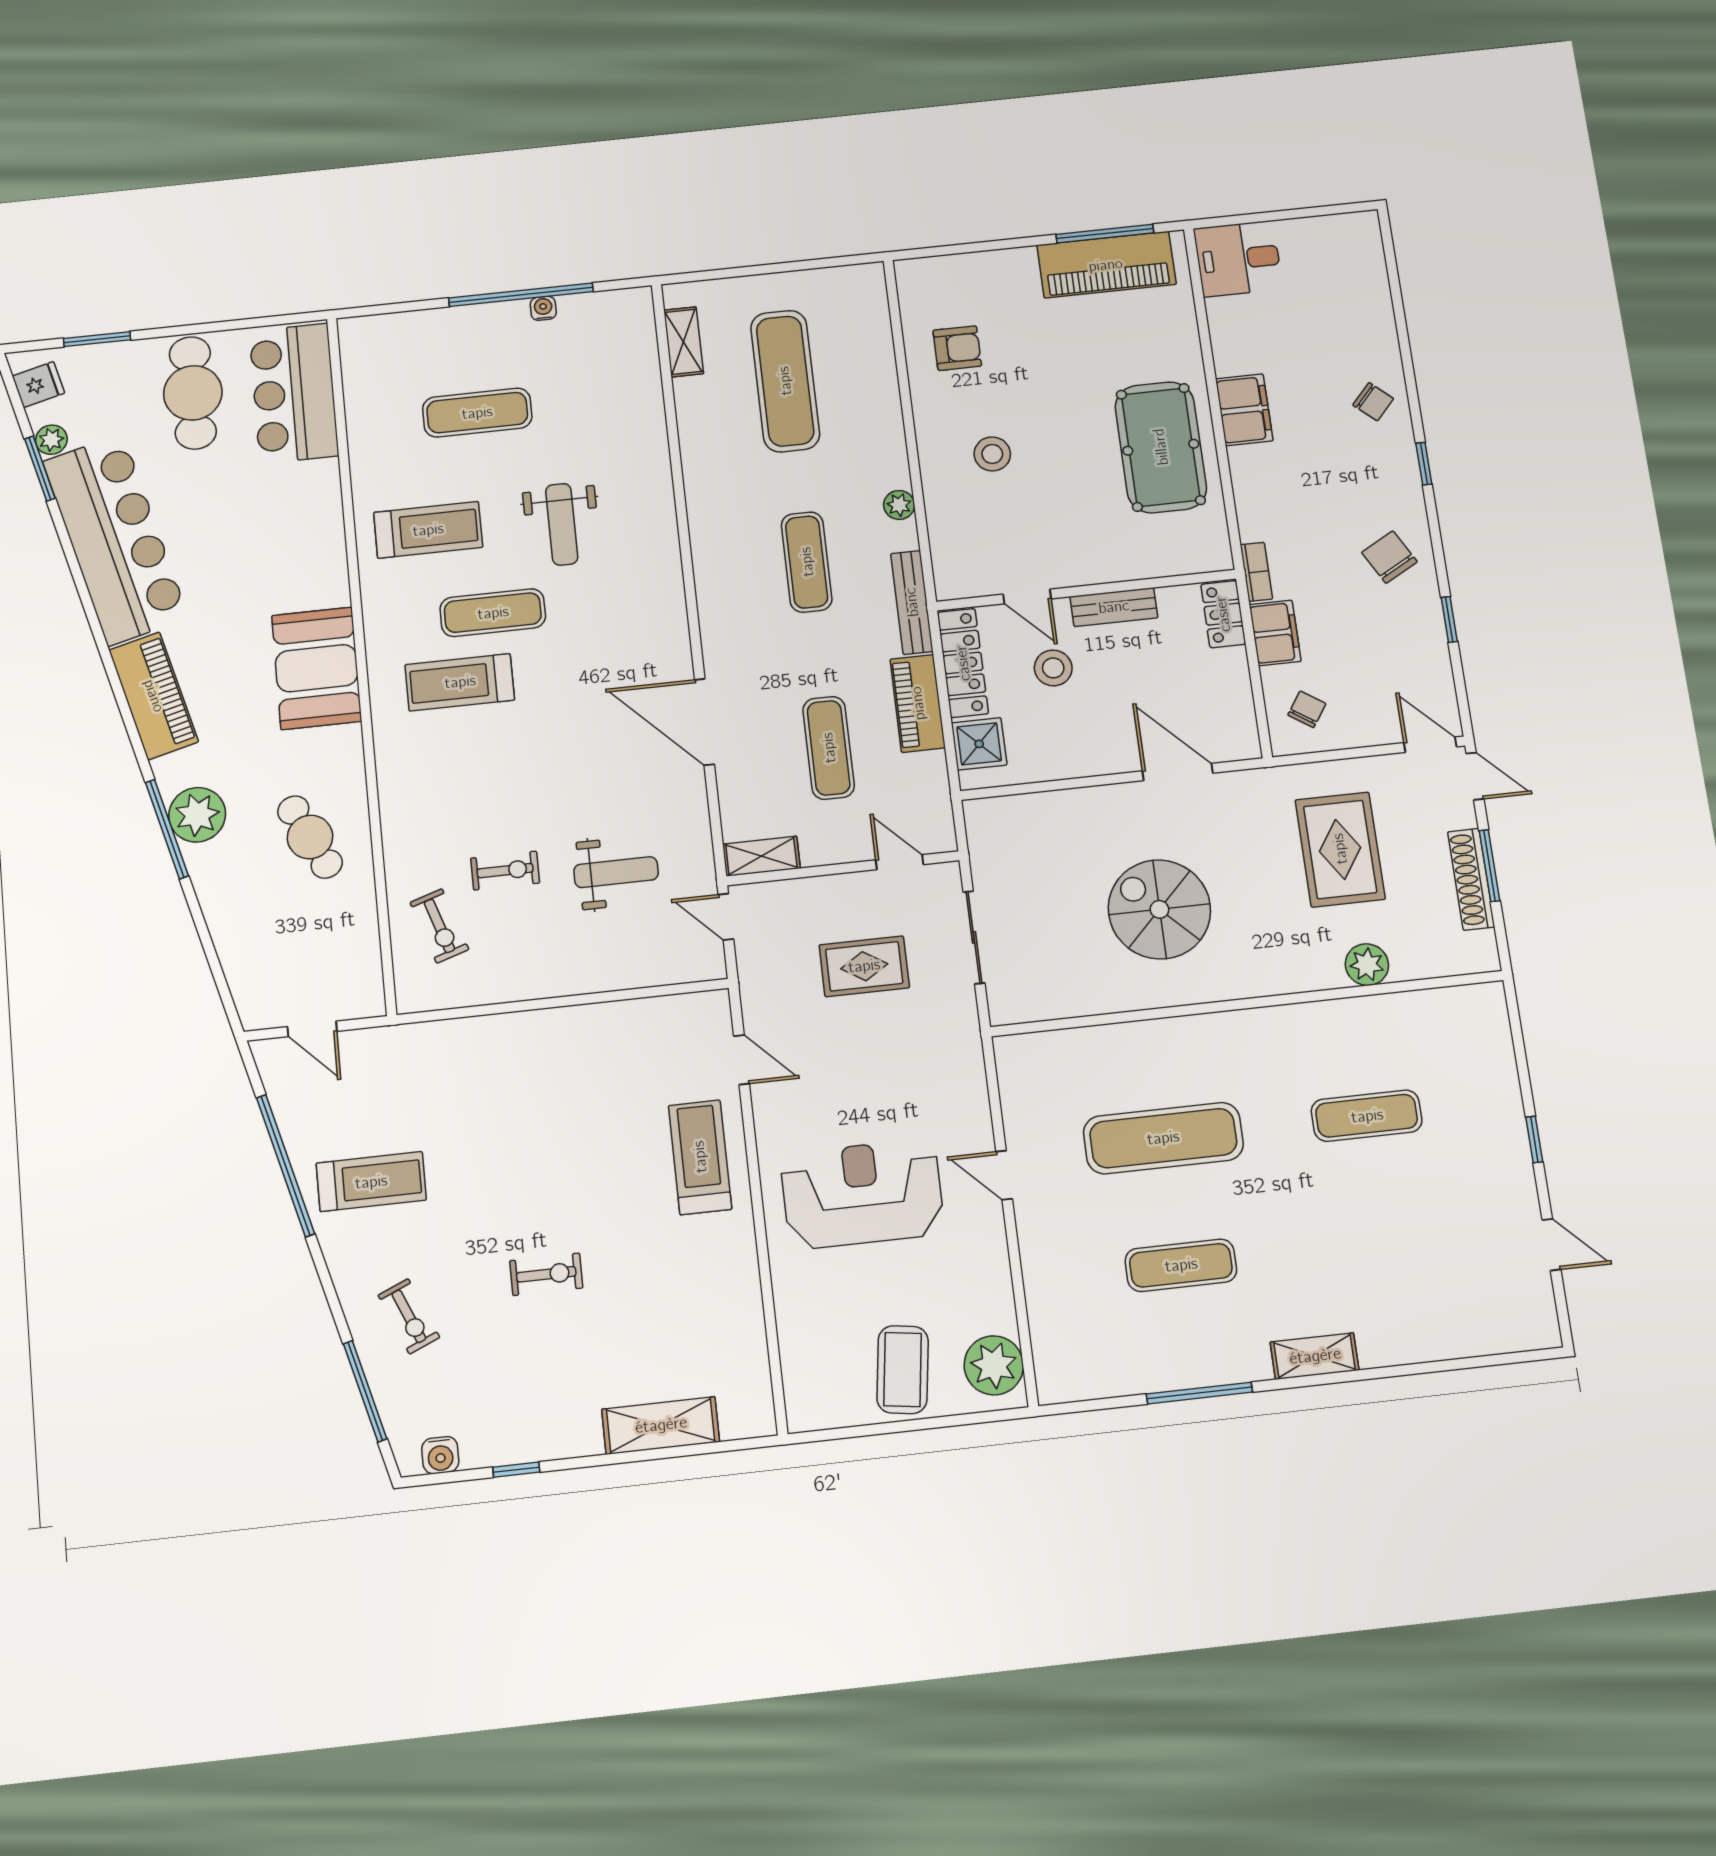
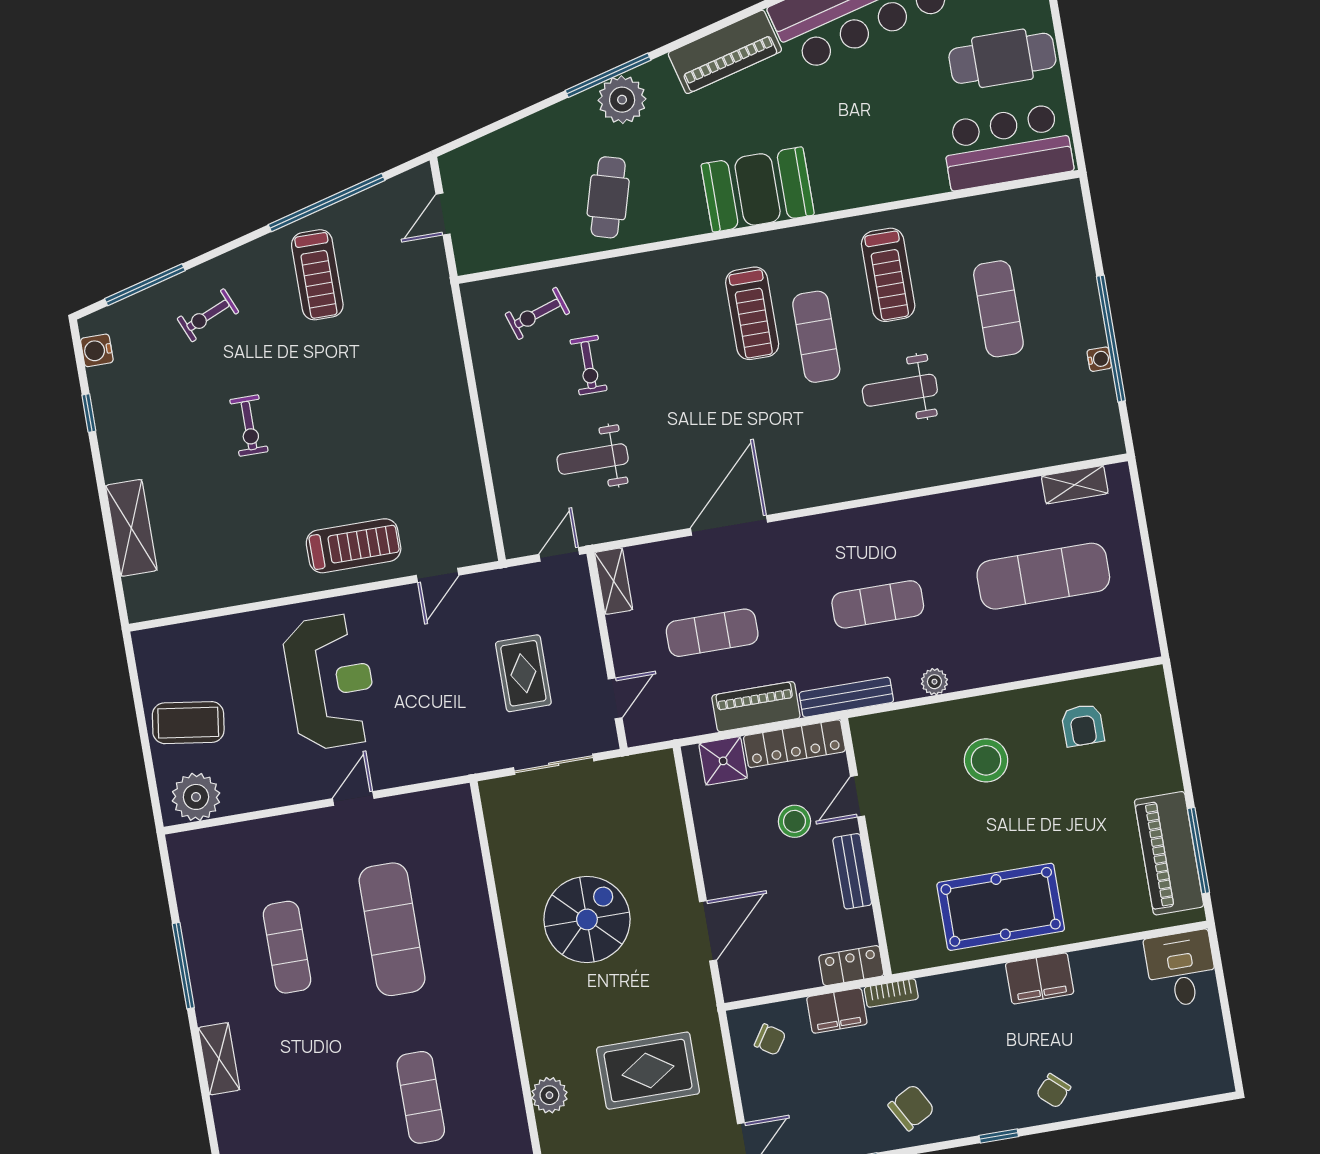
stool: (992, 454) -> (986, 760), width x1.38, depth x1.38
treadmill: (460, 682) -> (752, 313), turned 180
cafe table: (310, 837) -> (608, 197), turned -48
weight bench: (616, 872) -> (593, 459), turned 90

